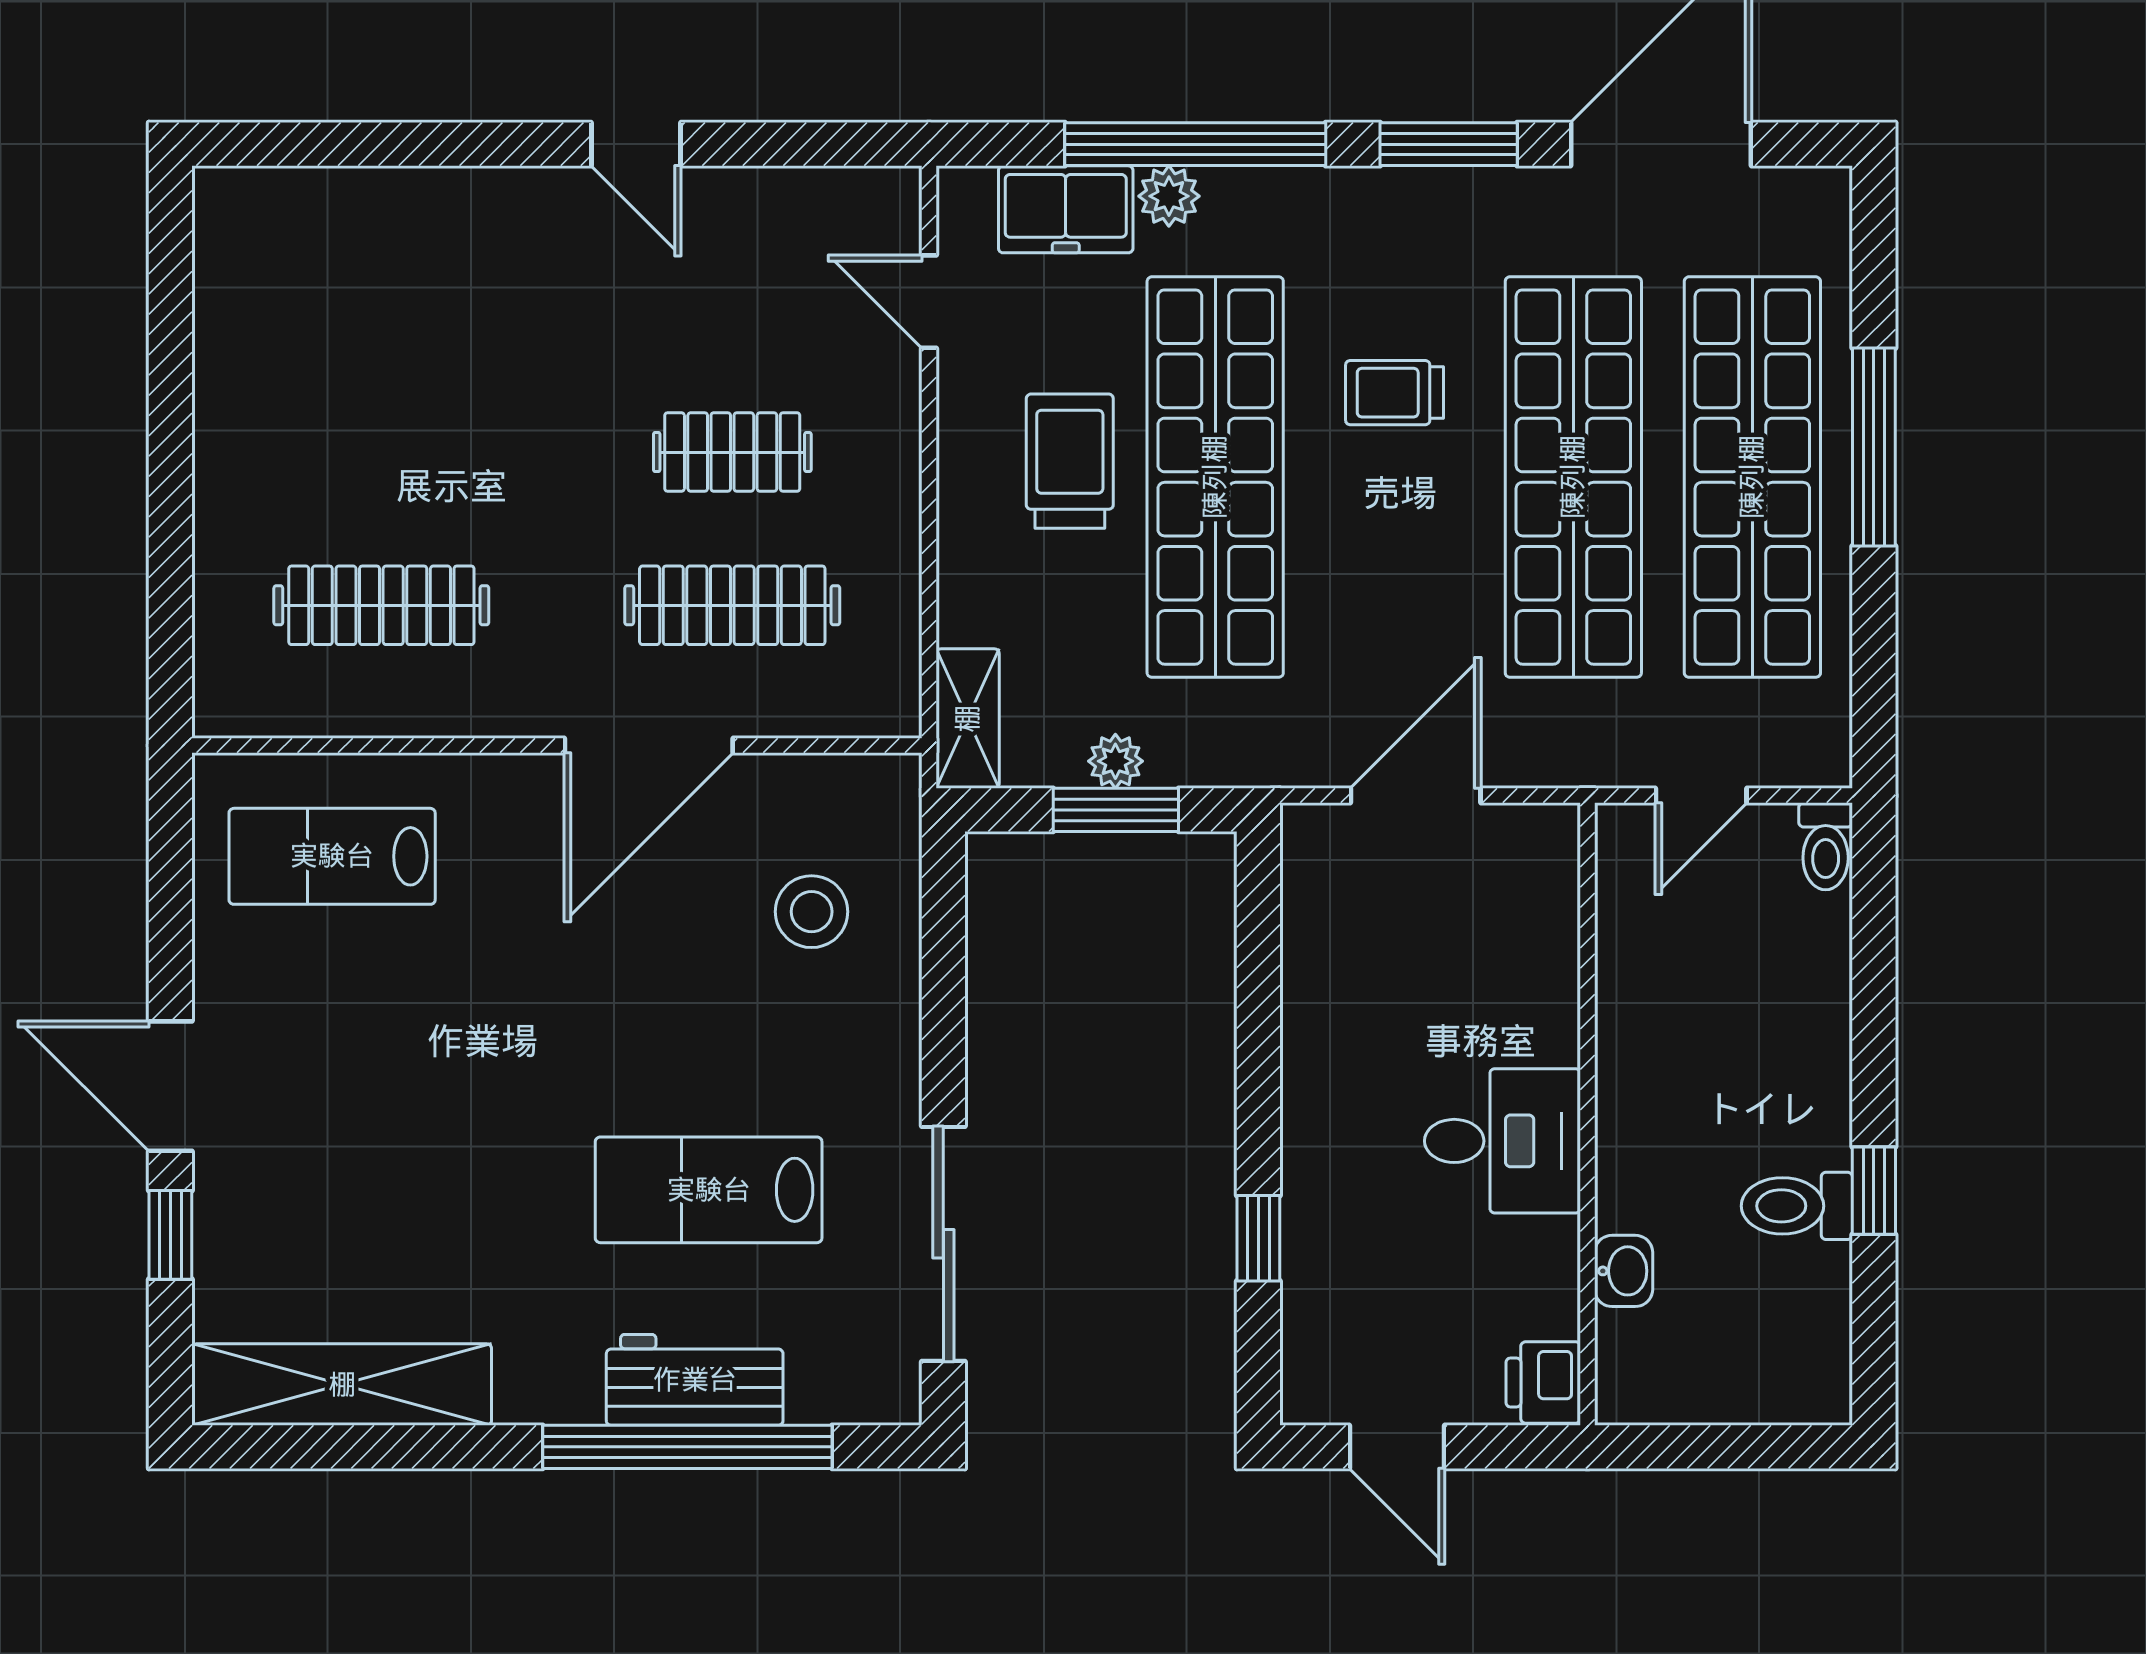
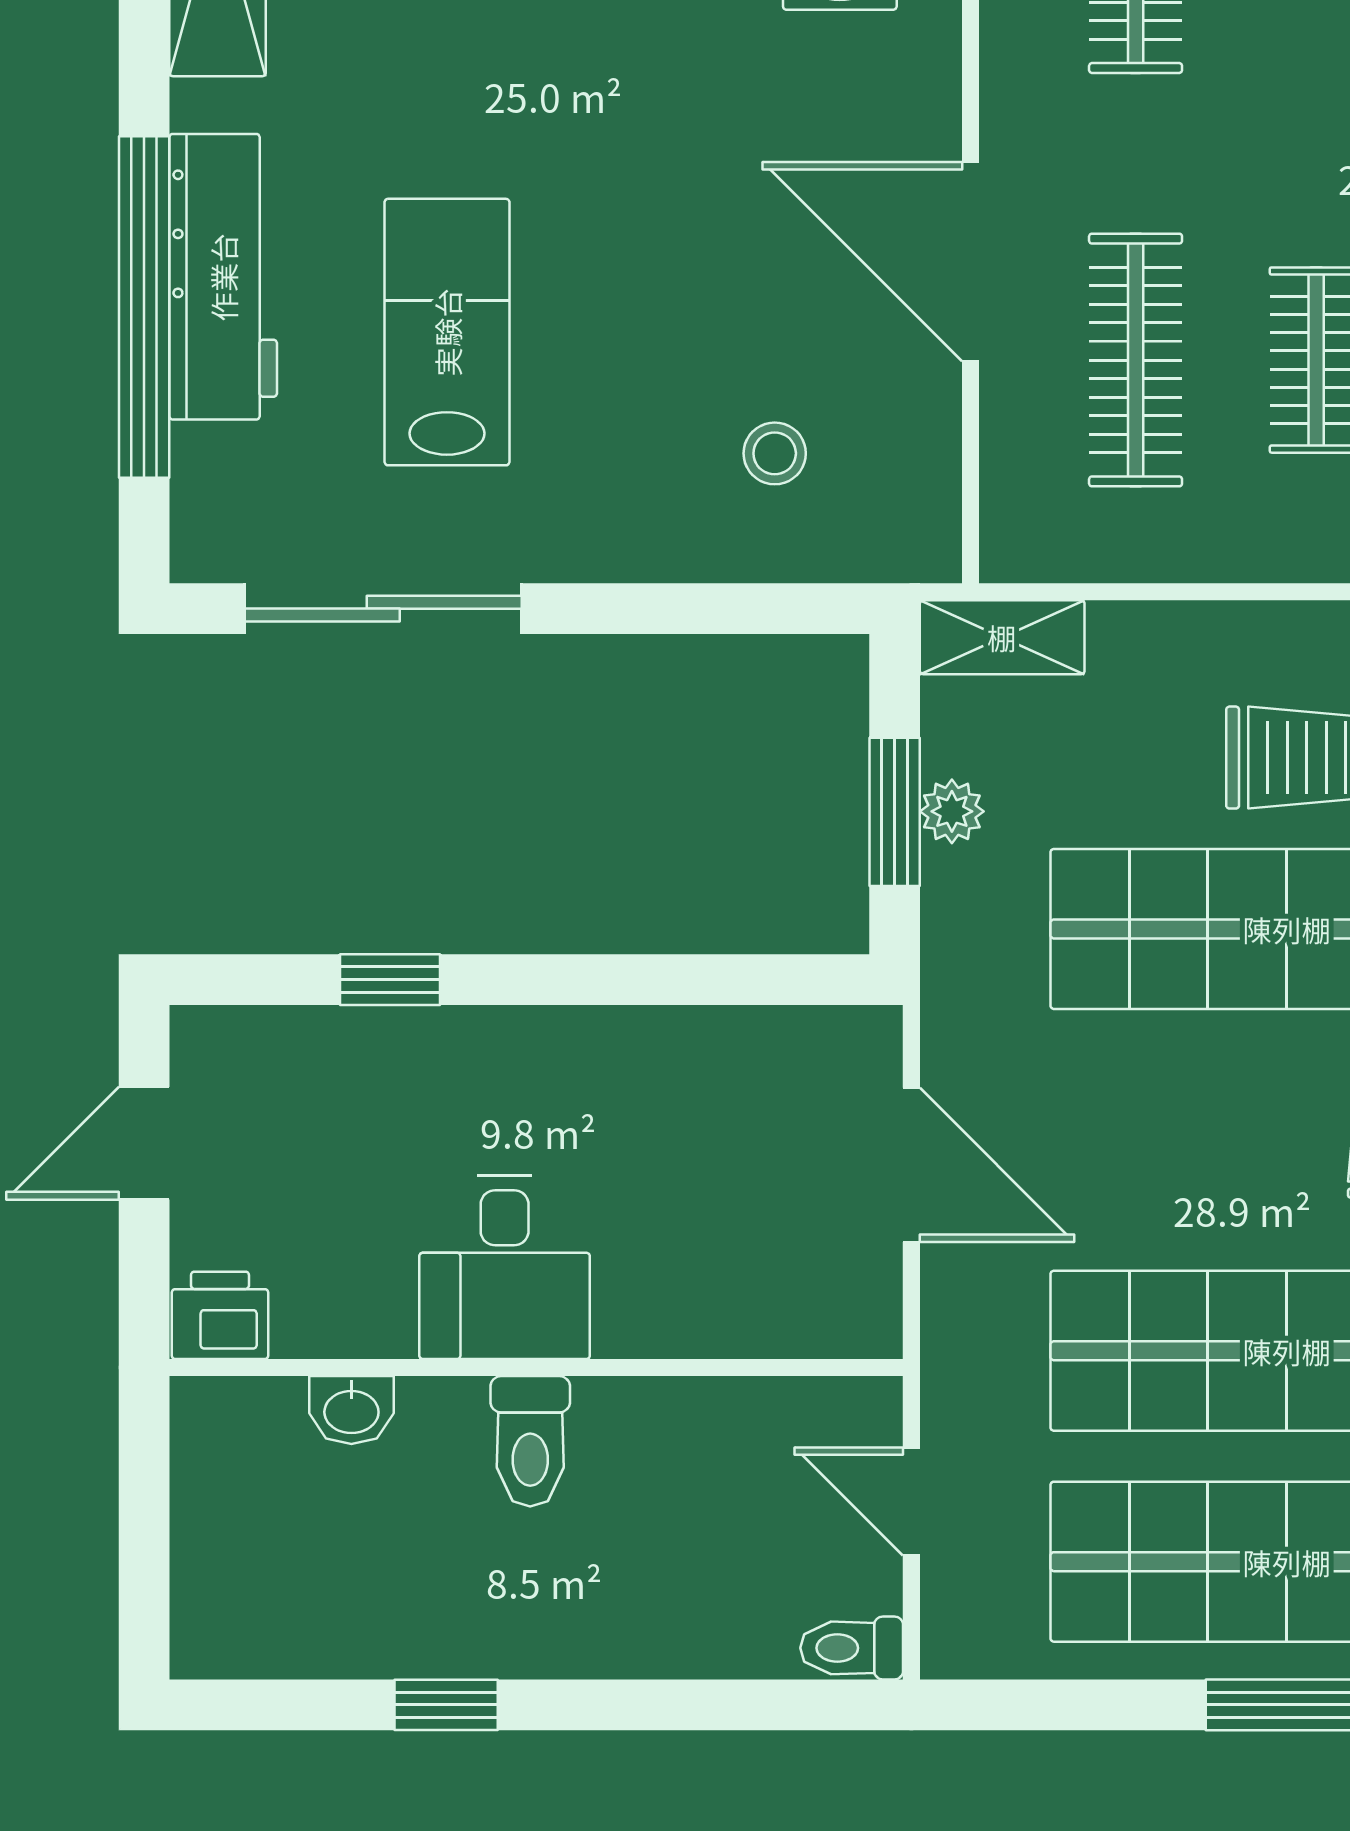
stool: (812, 912) -> (775, 453), width x0.73, depth x0.73
toilet: (1797, 1206) -> (530, 1441), moved, turned 180
workbench: (695, 1380) -> (223, 277), width x1.38

